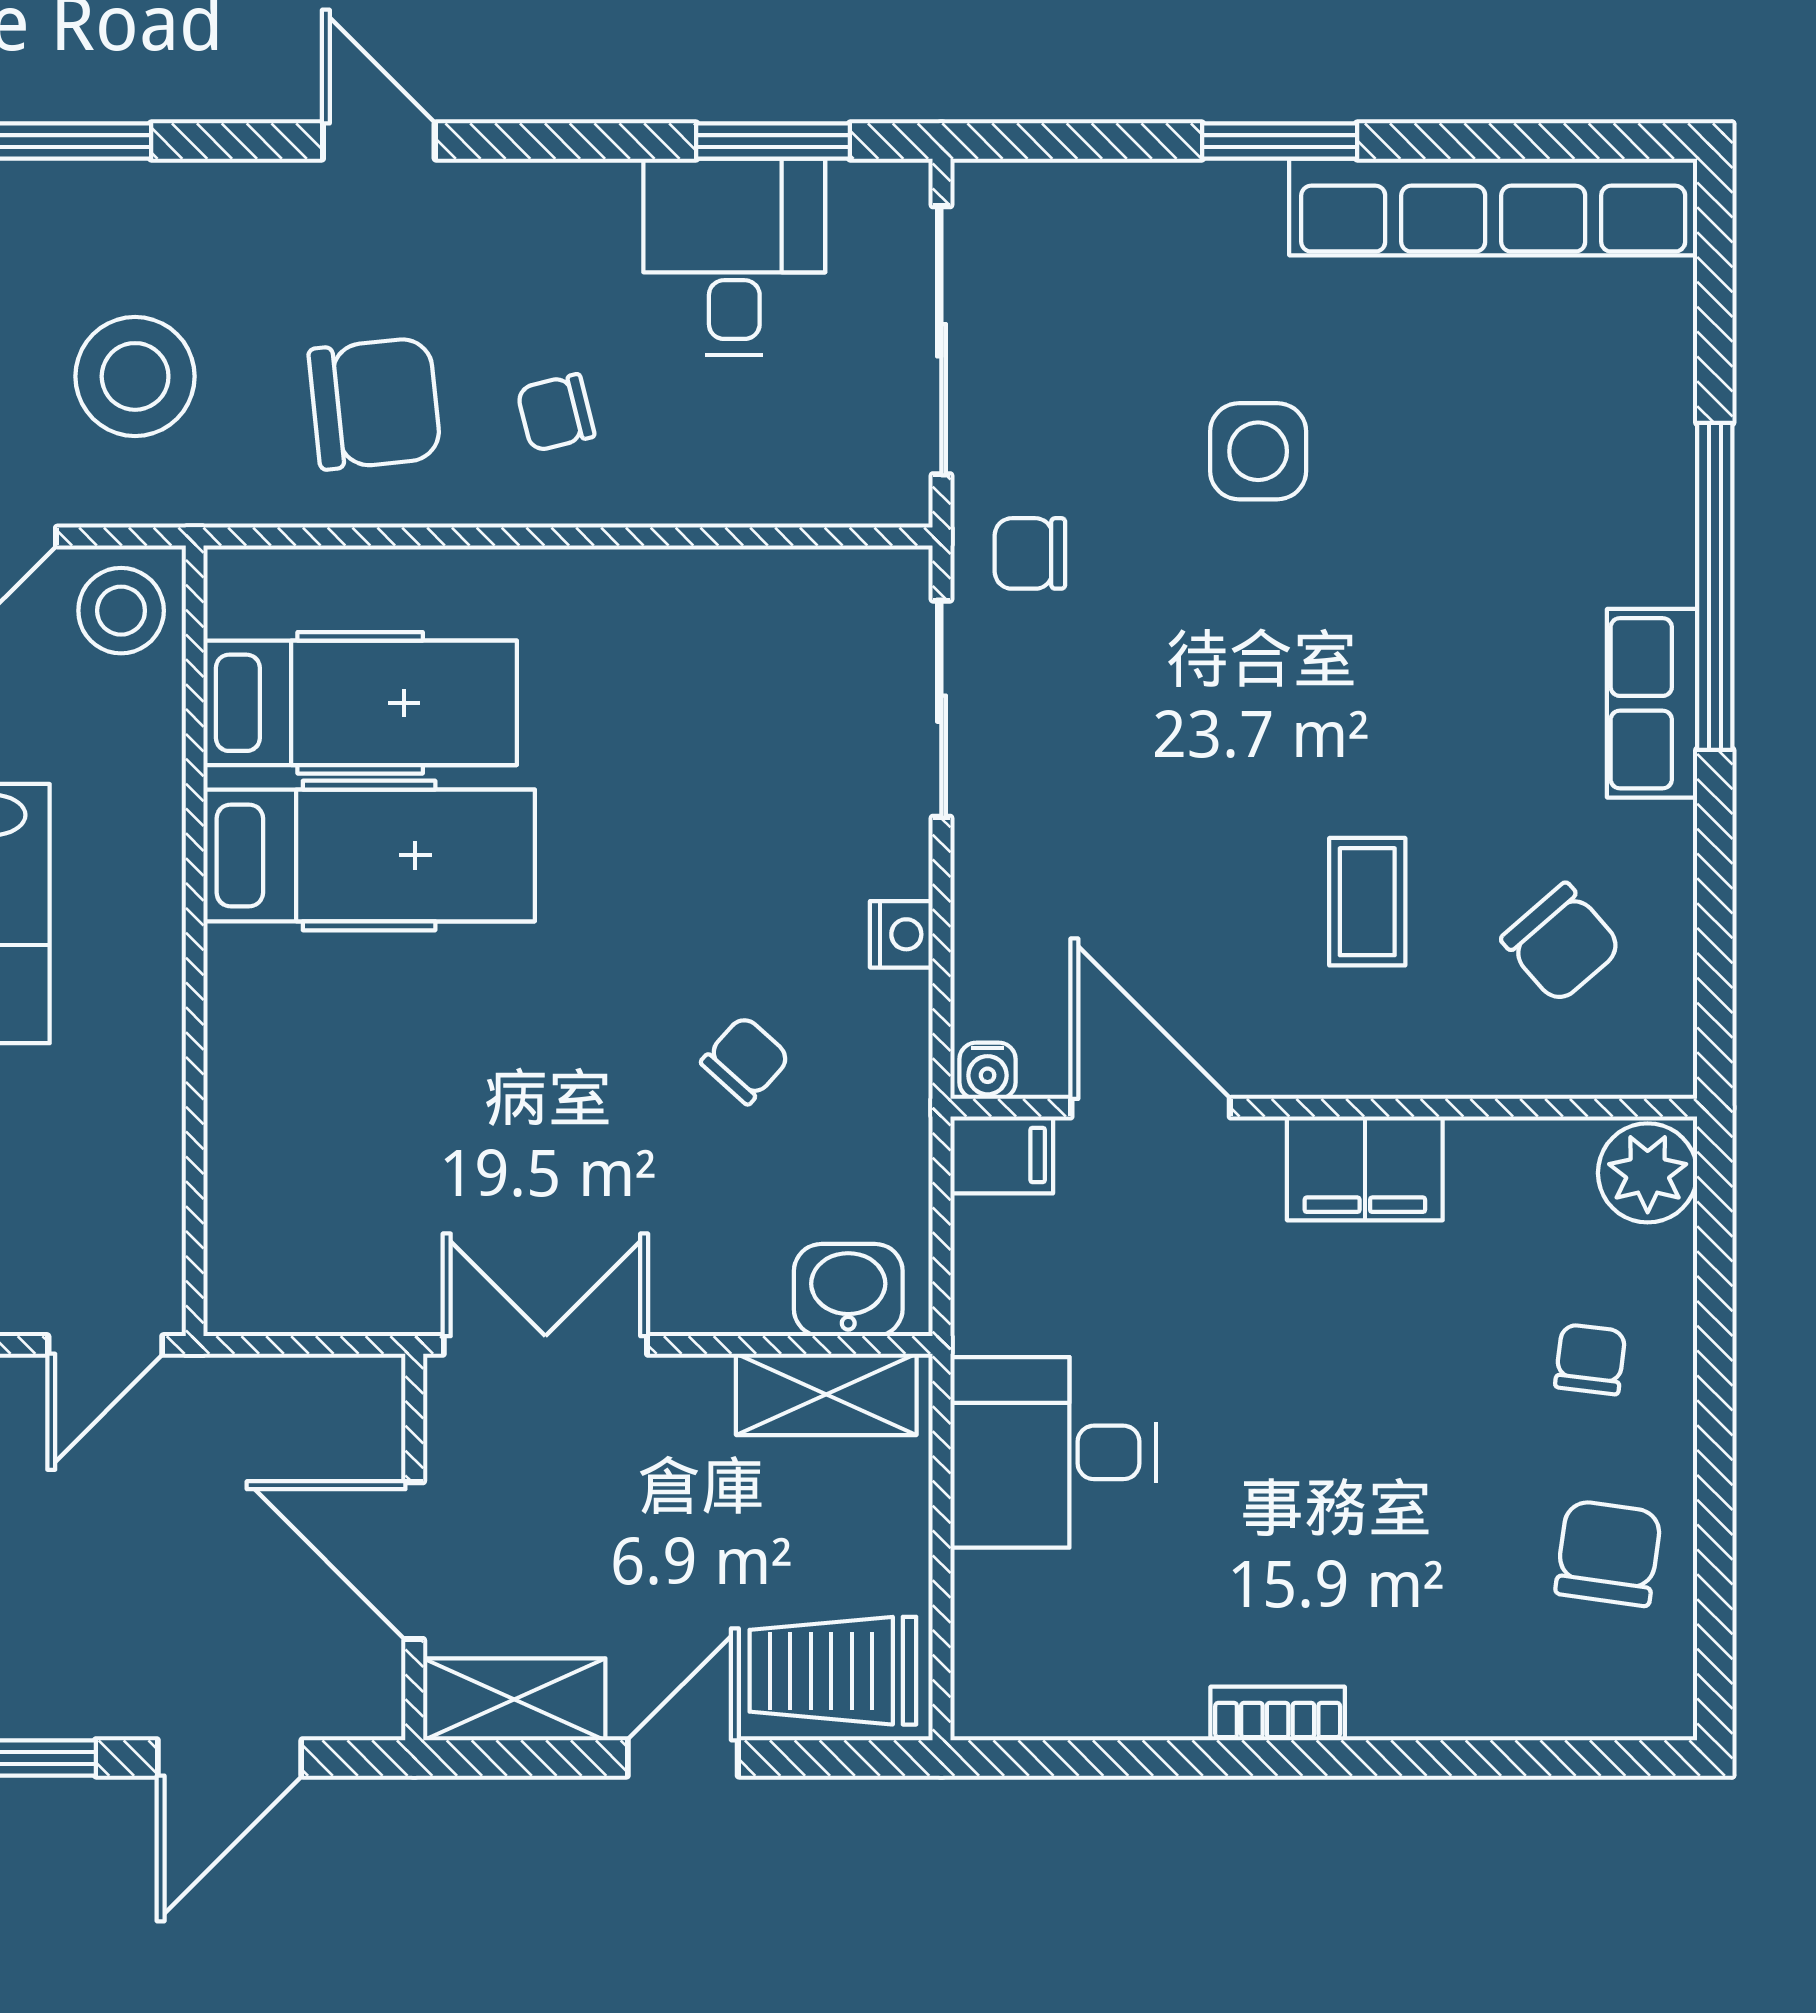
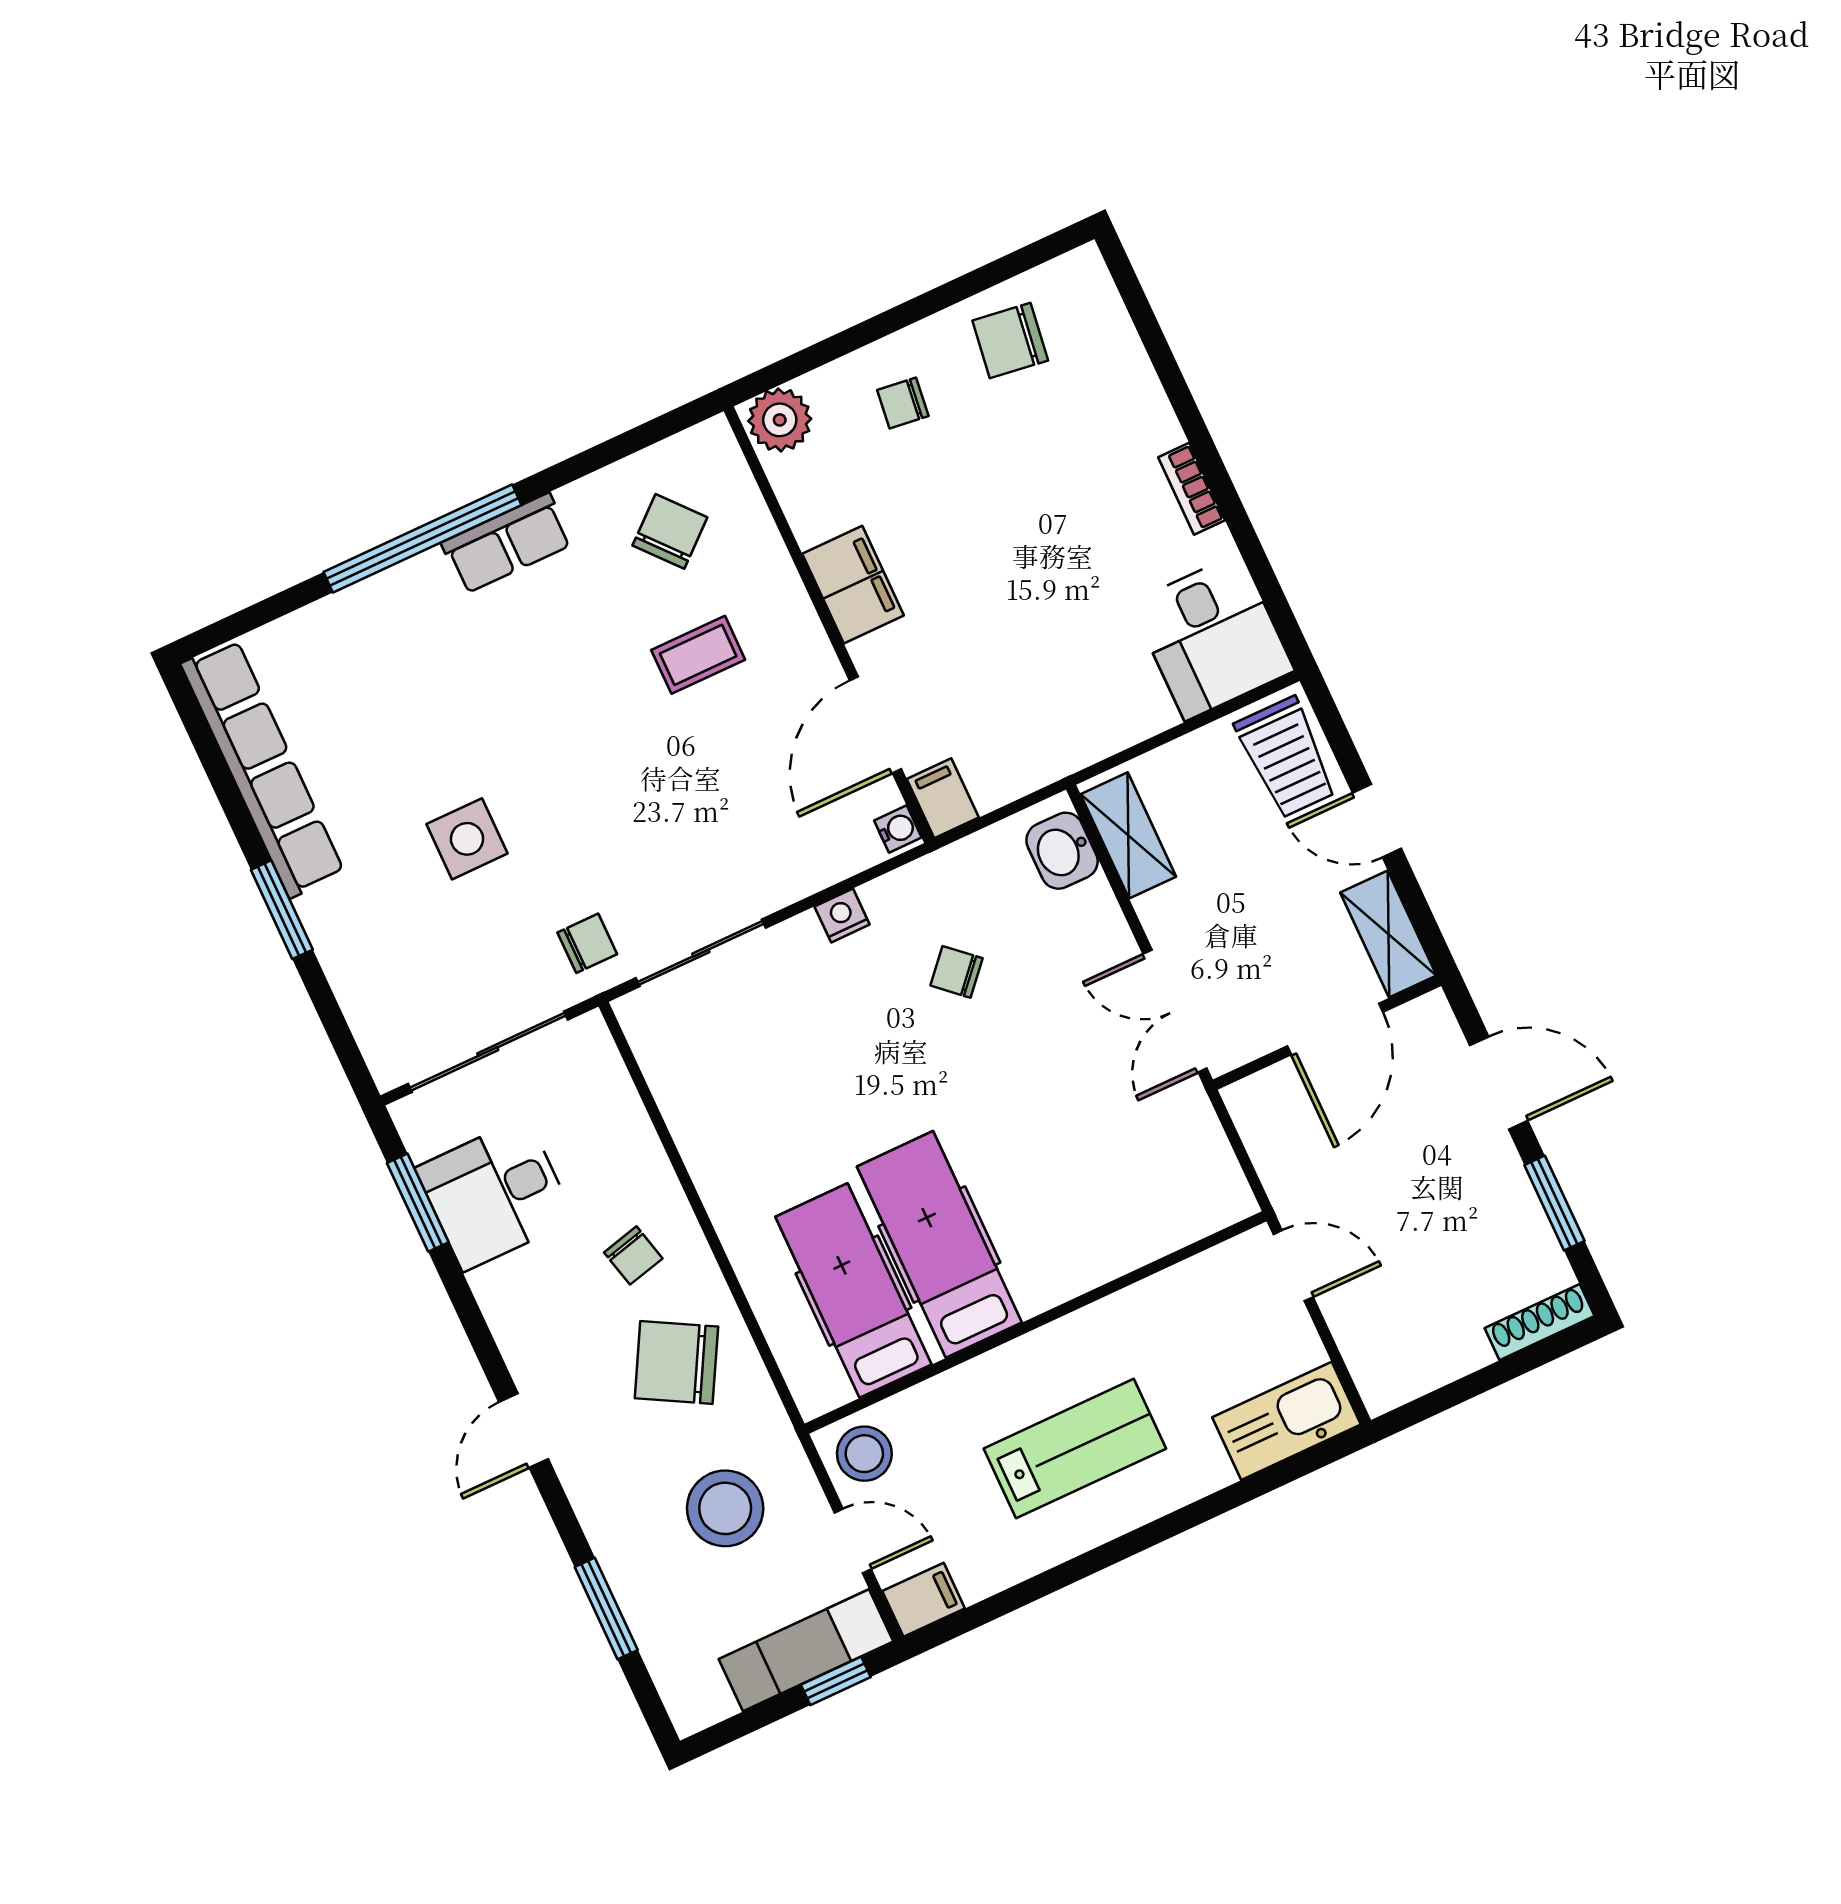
chair: (375, 403) -> (676, 1362), turned -55
chair: (1030, 553) -> (587, 943), turned -90
desk: (1053, 1452) -> (1212, 637), moved

